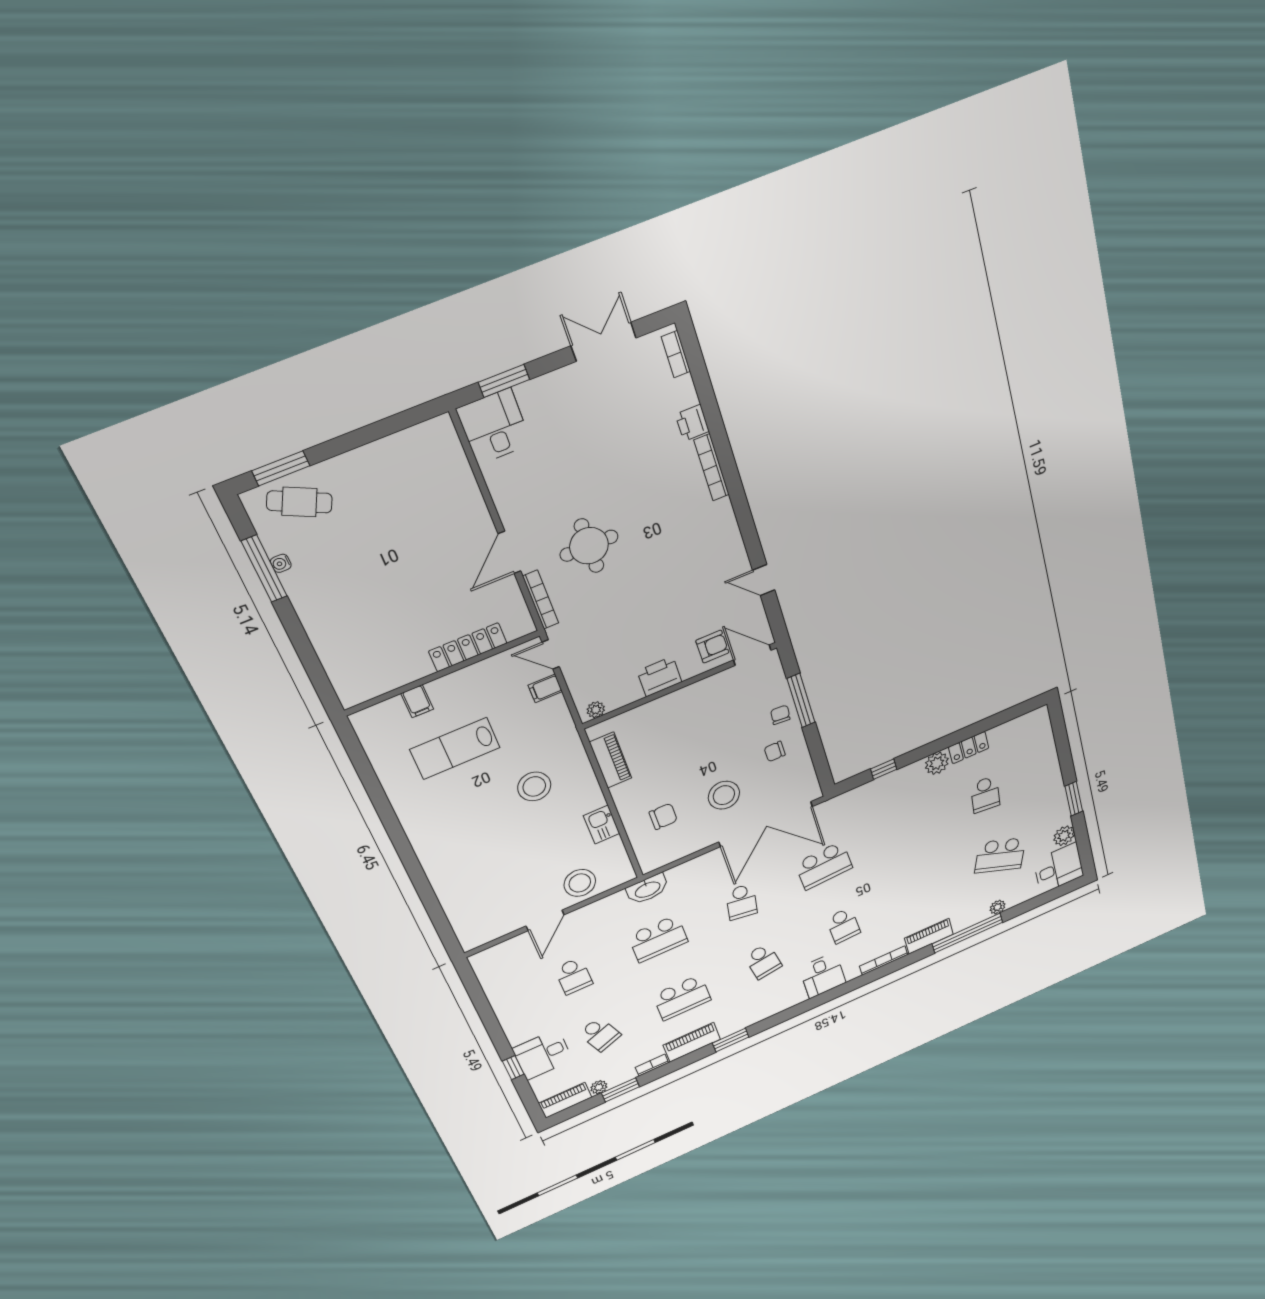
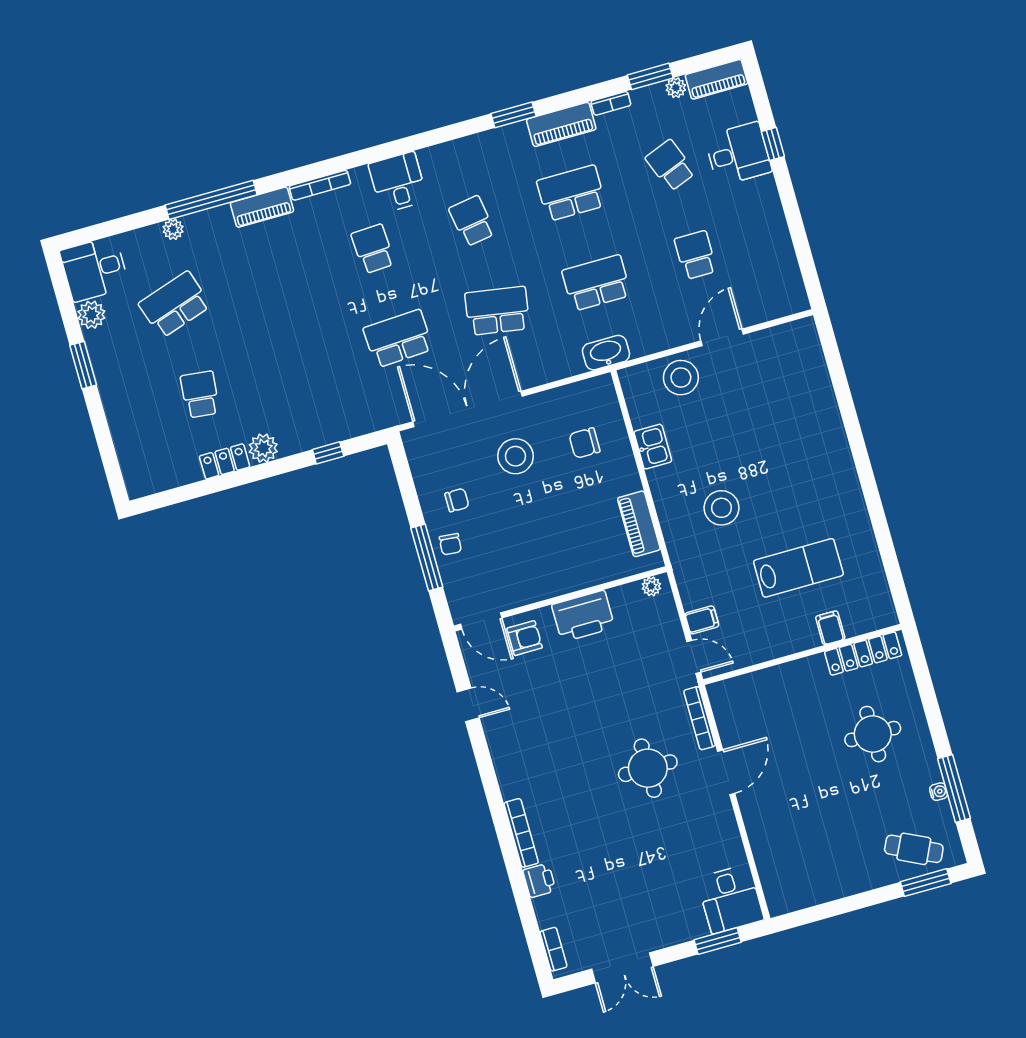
round table: (361, 610) -> (873, 734), added
locker: (468, 647) -> (863, 654), moved
armchair: (712, 647) -> (525, 638), turned 180
printer: (659, 677) -> (583, 616), width x1.37, depth x1.19
school desk: (1000, 855) -> (175, 305), turned -39
school desk: (741, 902) -> (497, 311), width x1.85

